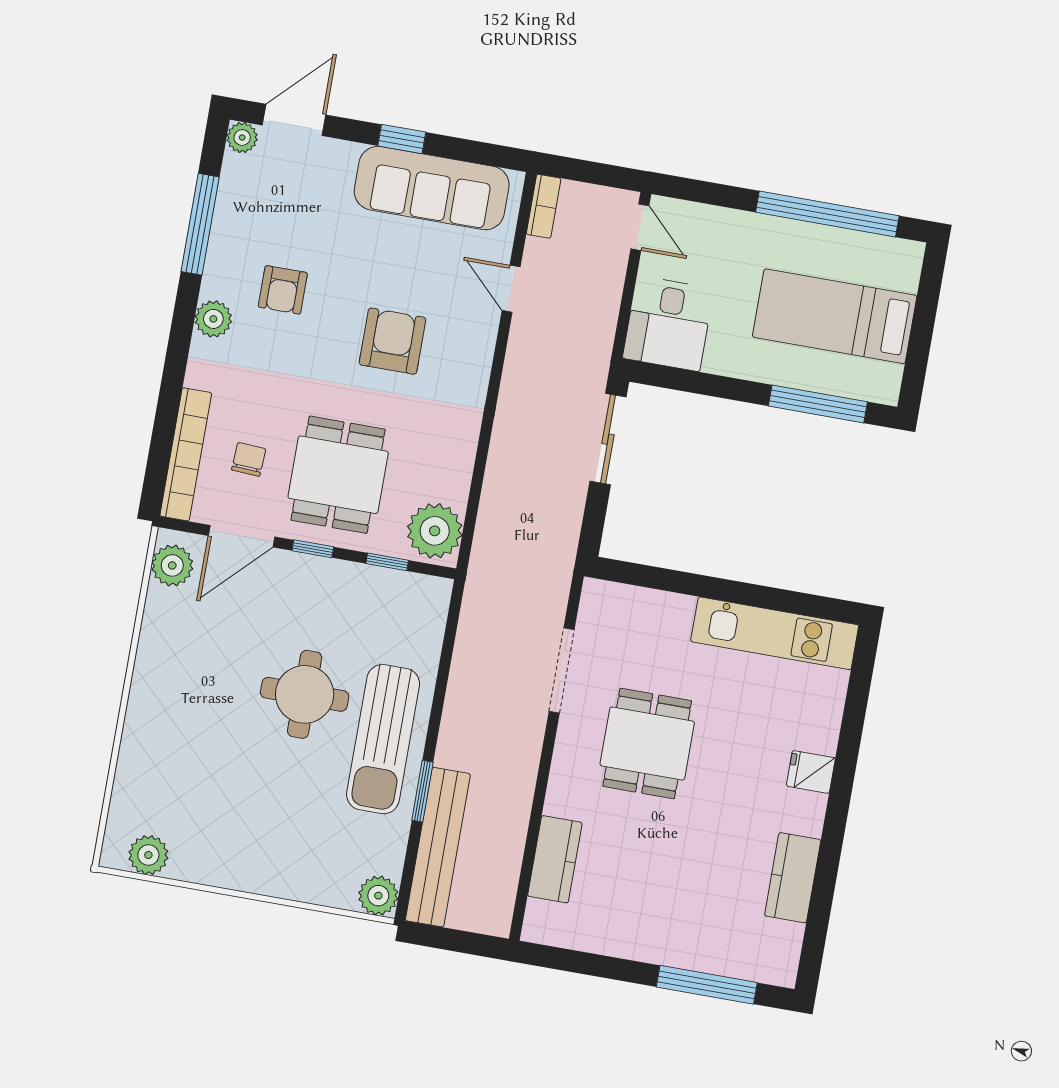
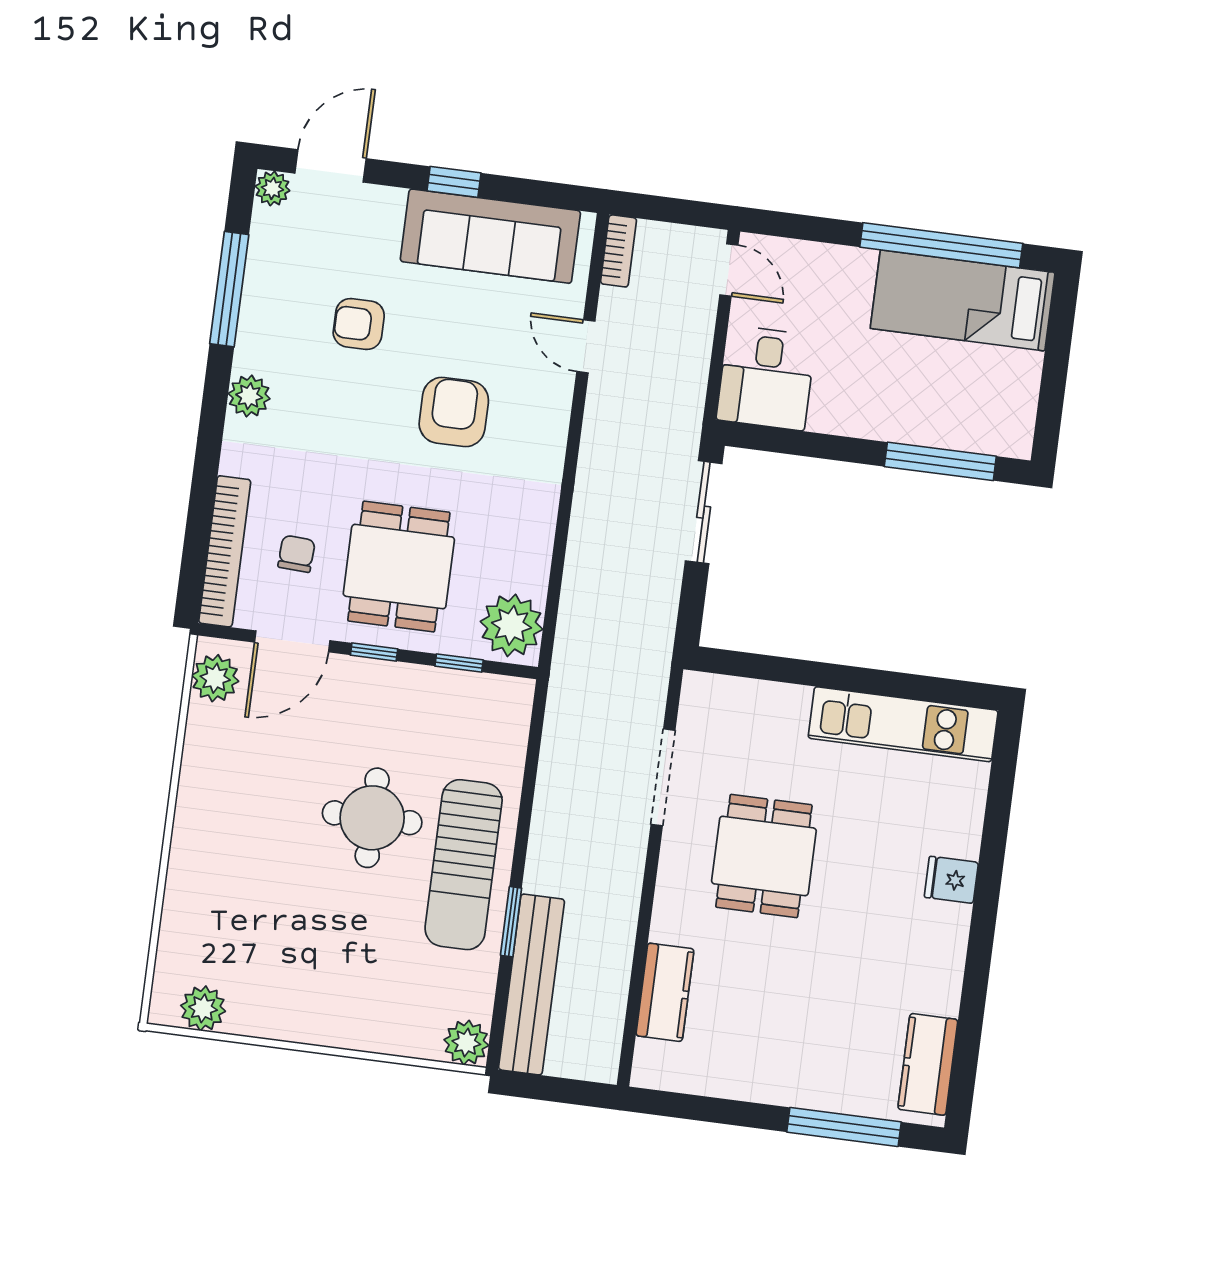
armchair: (283, 290) -> (359, 324), moved, turned 90
bed: (835, 316) -> (963, 300), moved
kitchen counter: (793, 878) -> (928, 1064), moved

